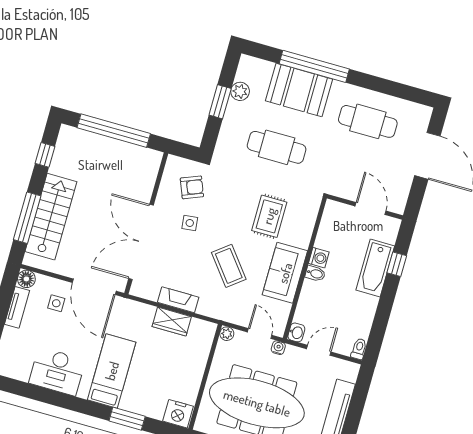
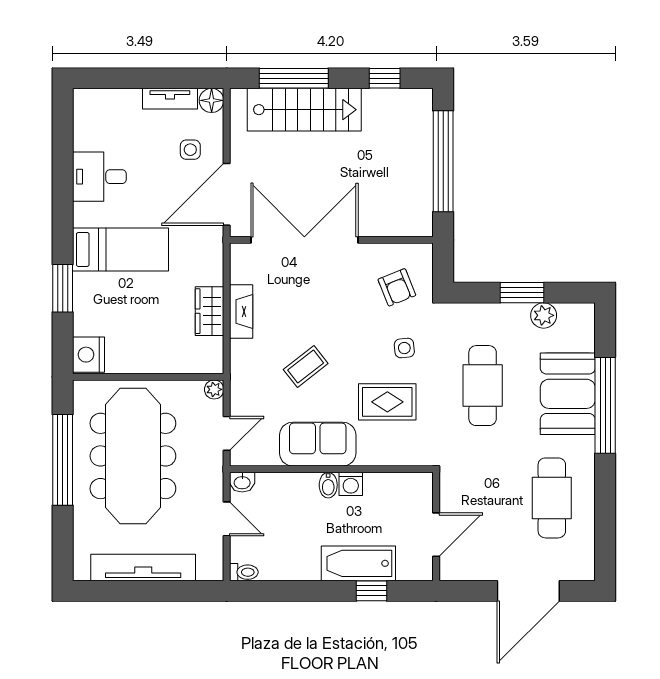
side table: (190, 223) -> (404, 348), moved
coffee table: (229, 266) -> (306, 366), width x0.73, depth x0.77
water cooler: (278, 348) -> (215, 464), removed
desk: (57, 371) -> (99, 177), width x0.73

